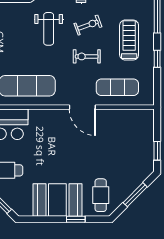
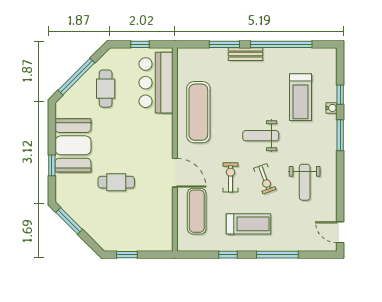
door: (82, 107) -> (175, 173), swing flipped
cafe table: (101, 195) -> (116, 182), moved
window: (135, 195) -> (69, 221), moved

